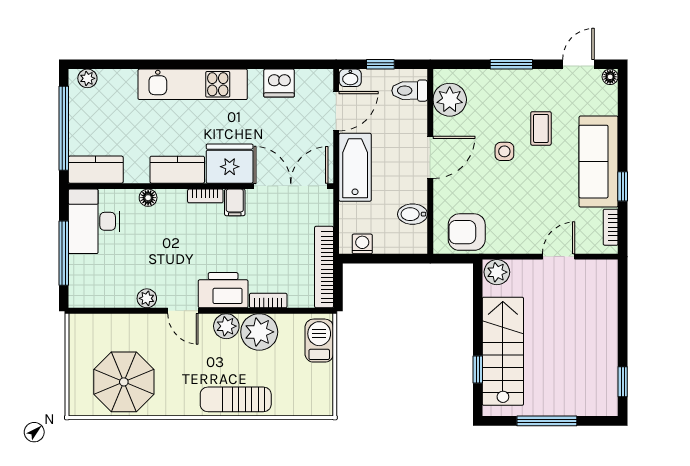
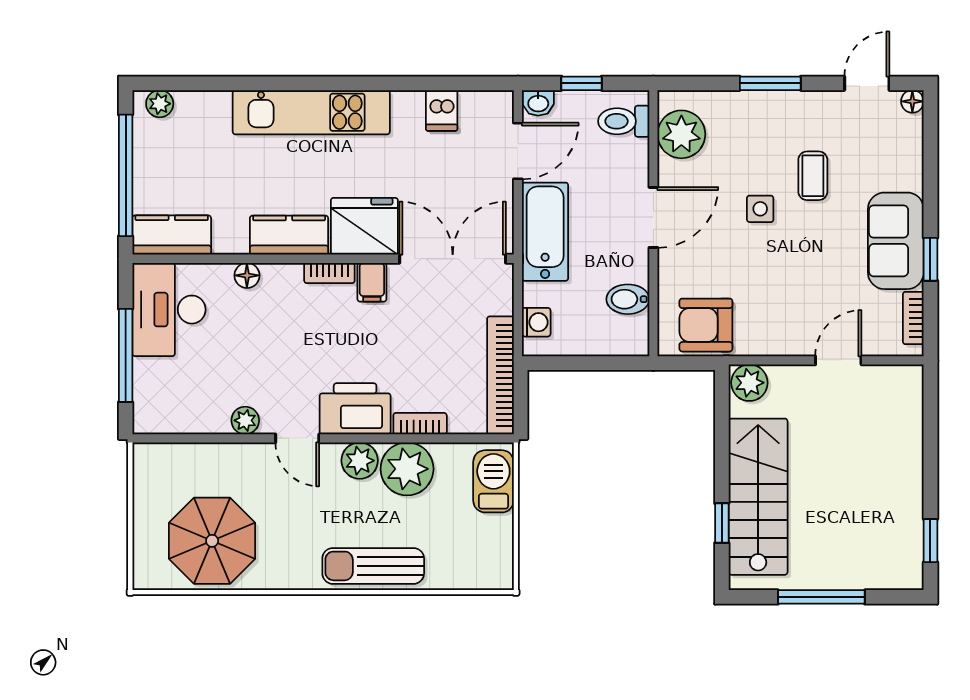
dishwasher: (279, 83) -> (442, 110), width x0.73
sofa: (599, 162) -> (896, 241), width x0.73
washing machine: (362, 244) -> (536, 322), moved, turned 90

